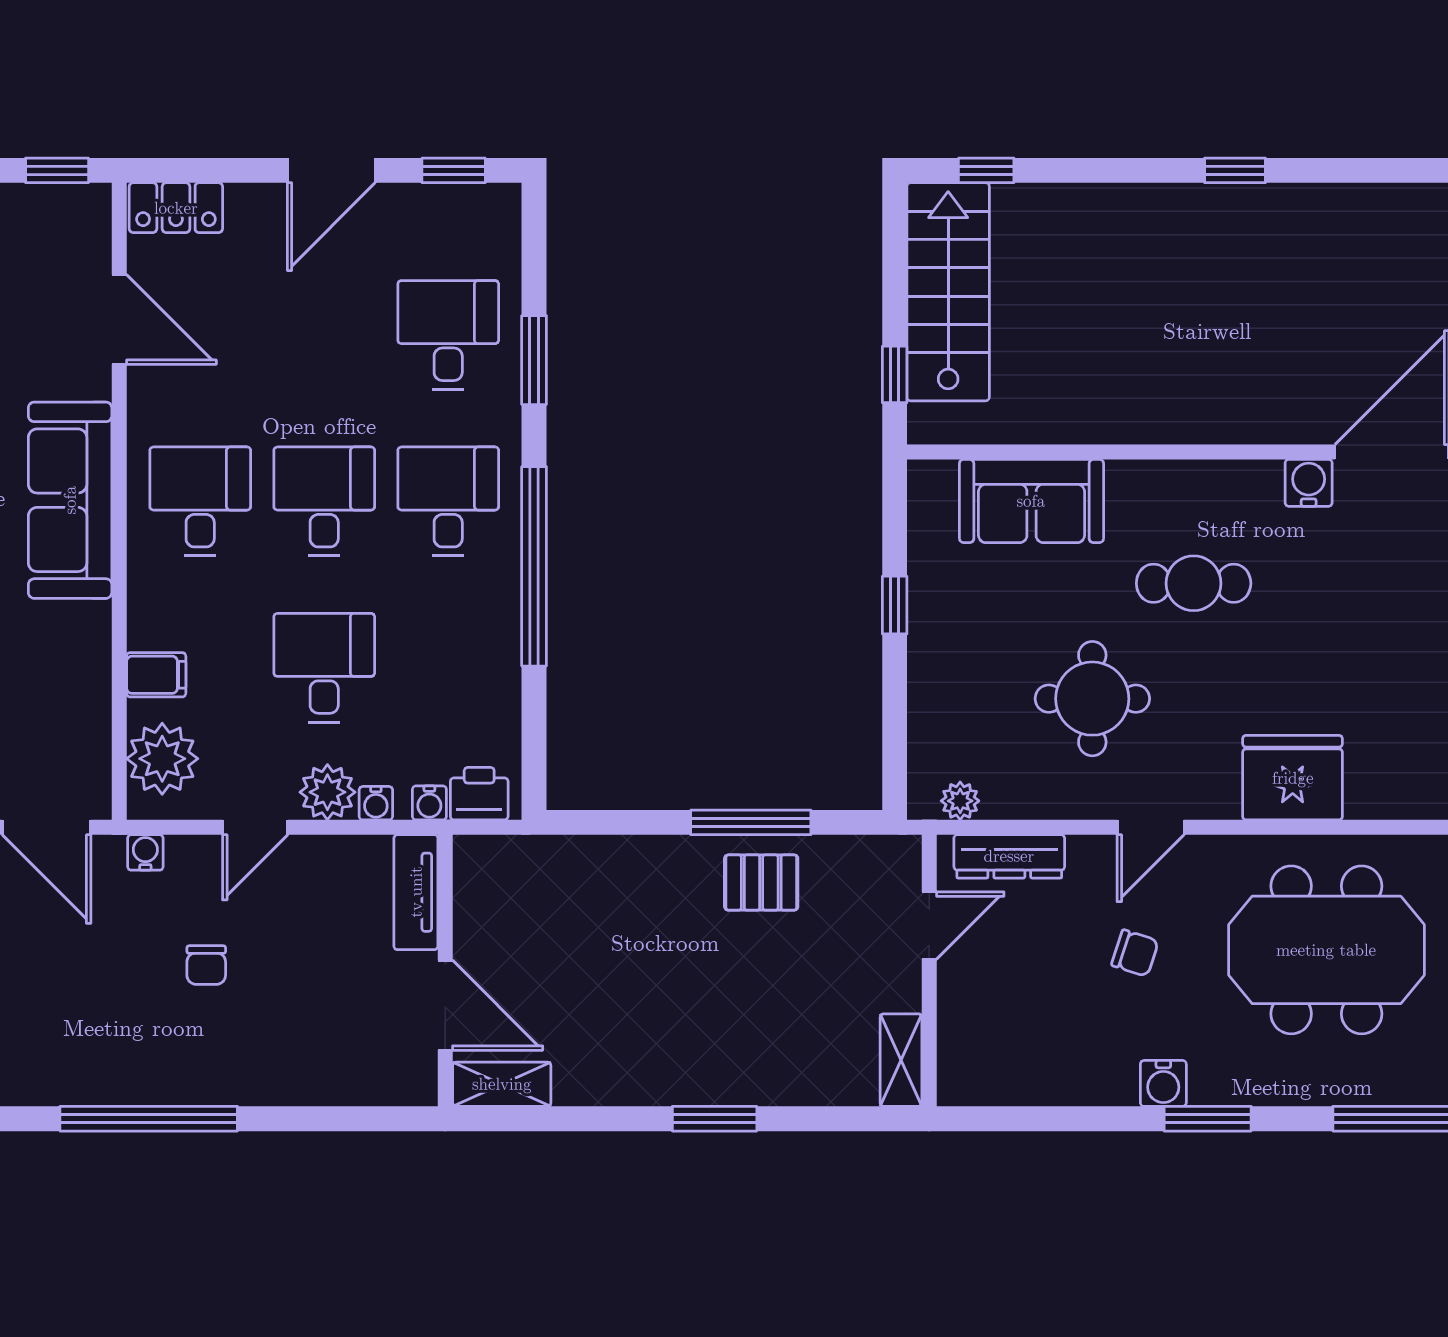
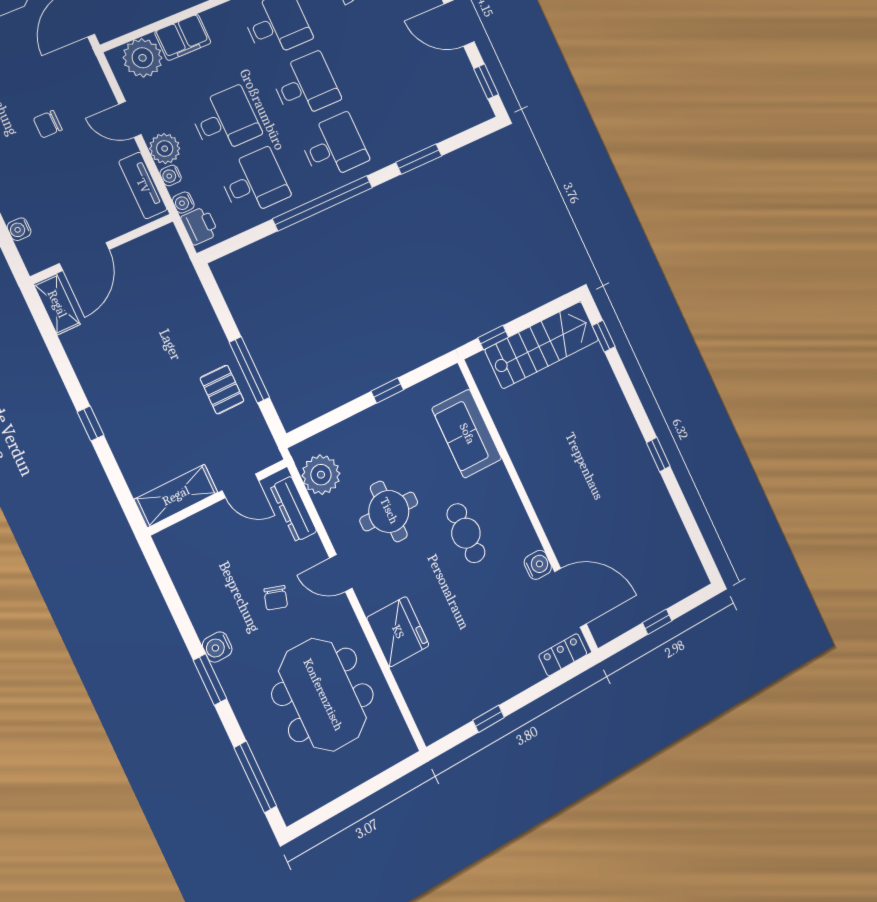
desk: (448, 335) -> (254, 182), moved
filing cabinet: (156, 675) -> (183, 37), width x2.00
plant: (960, 801) -> (321, 475), width x1.88, depth x1.88
water cooler: (145, 852) -> (19, 229), moved, turned 180
tv unit: (416, 892) -> (143, 186), moved, turned -90
shelving: (901, 1060) -> (176, 496), width x1.50, depth x1.33
window: (715, 1119) -> (91, 423), width x0.67

